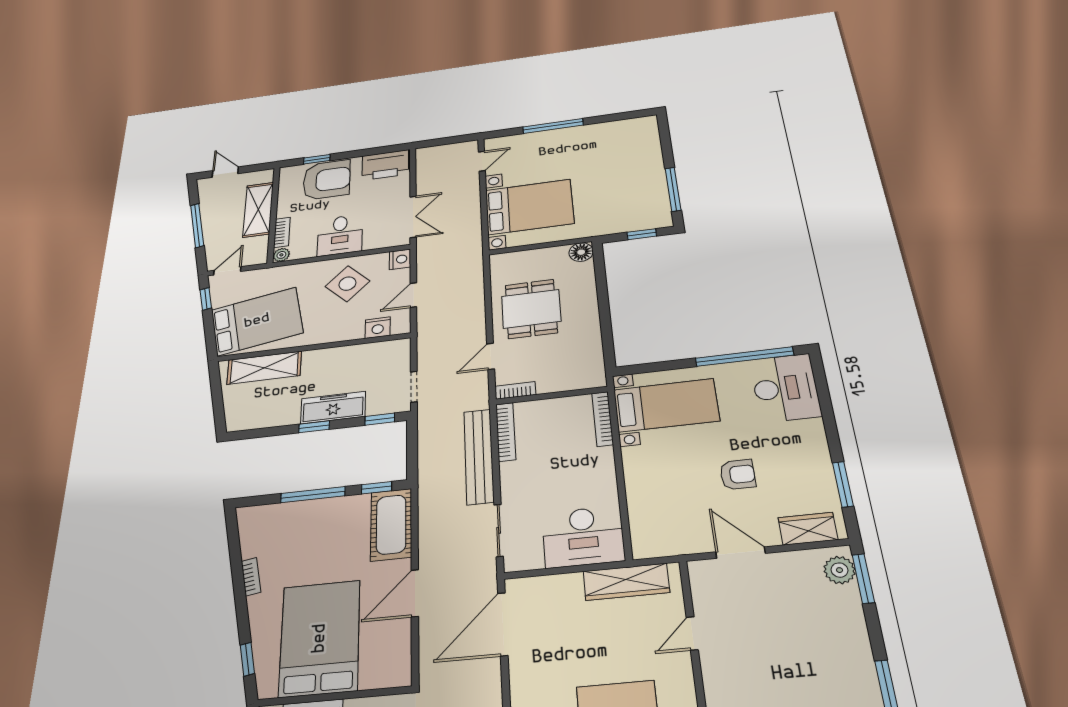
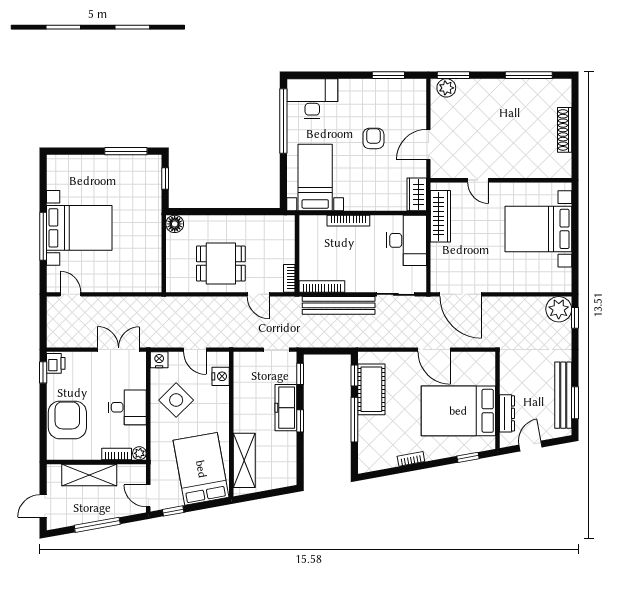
window: (317, 159) -> (43, 372), moved
printer: (385, 165) -> (56, 363), width x0.53, depth x0.68
bed with nightstands: (529, 207) -> (79, 228), moved, turned 90
bookcase: (603, 419) -> (348, 221), moved
cot: (391, 524) -> (371, 389), moved, turned 90
wardrobe: (808, 529) -> (417, 194), moved

